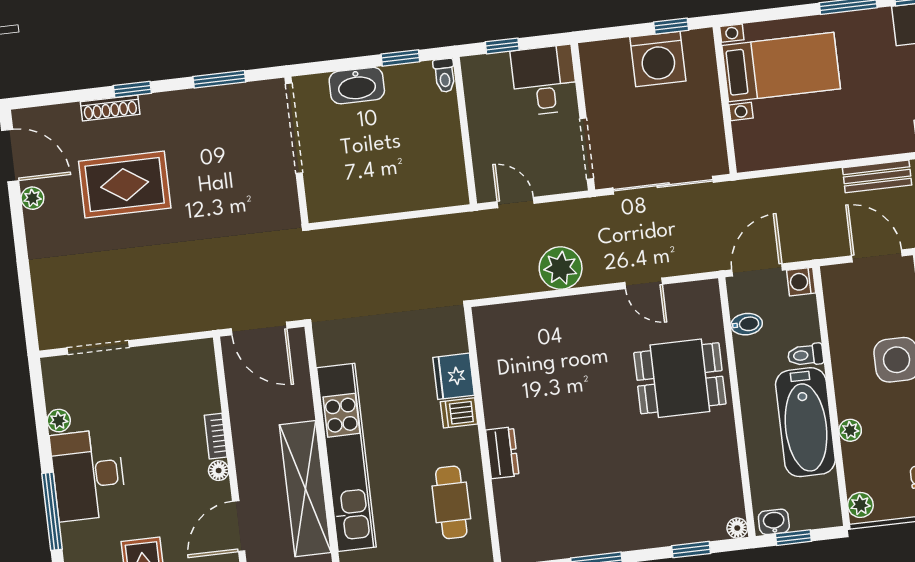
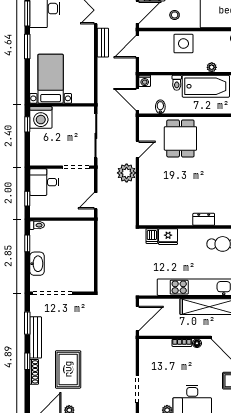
washing machine: (658, 59) -> (41, 117), moved, turned 90
bench: (189, 102) -> (36, 337), added
plant: (561, 268) -> (127, 173), moved
dishwasher: (459, 413) -> (152, 236), moved

